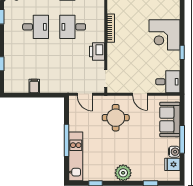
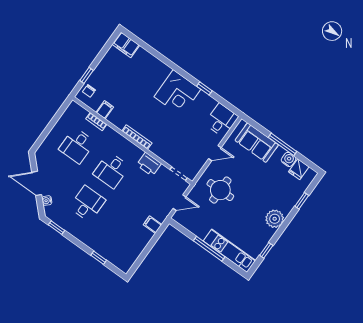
filing cabinet: (34, 86) -> (153, 225), moved

